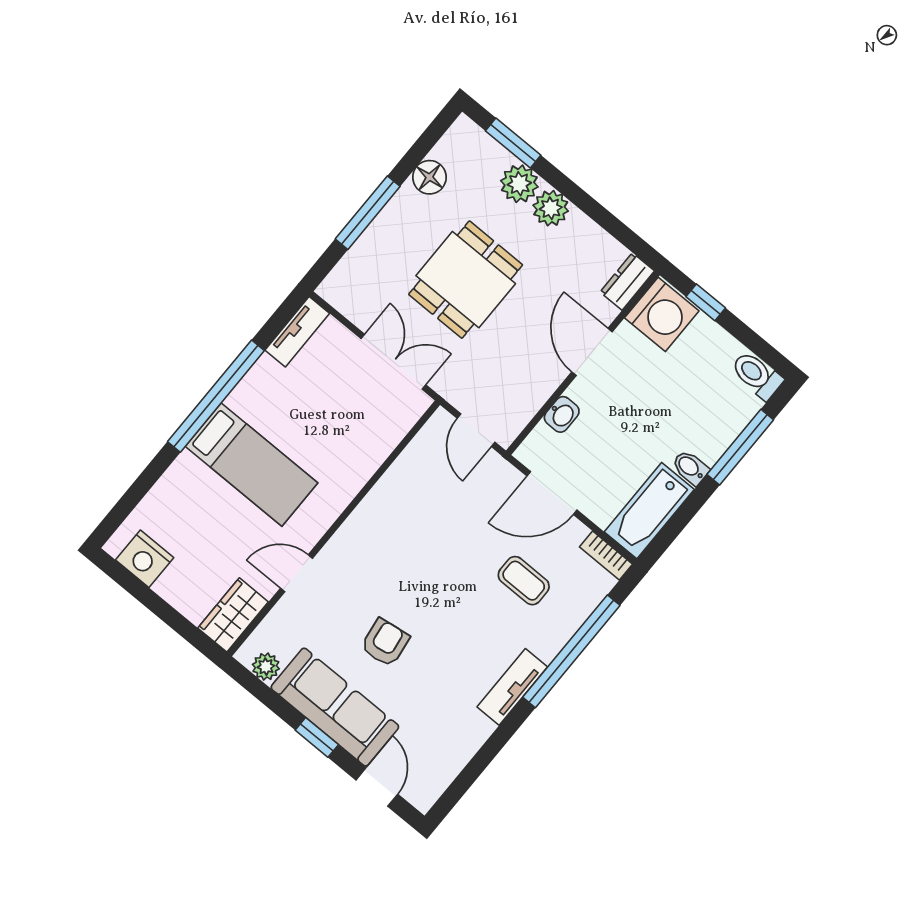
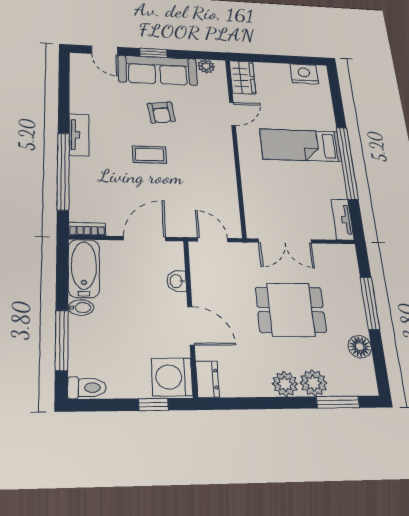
dining table: (466, 280) -> (291, 310), turned 90
coffee table: (524, 581) -> (149, 155), moved

